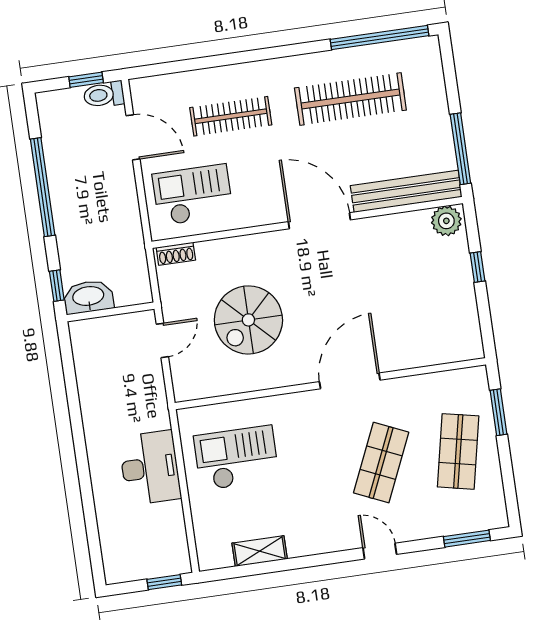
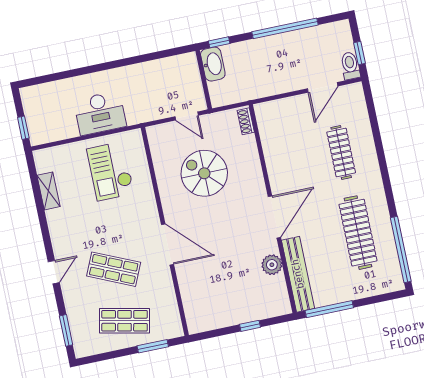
checkout: (193, 195) -> (286, 130), removed
plant: (446, 221) -> (272, 265), moved
checkout: (236, 458) -> (110, 171), turned 180

